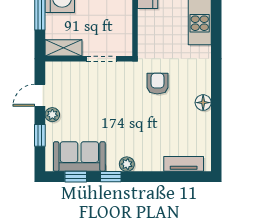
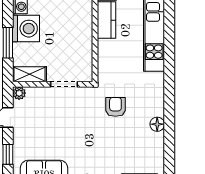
plant: (52, 115) -> (19, 93), moved

